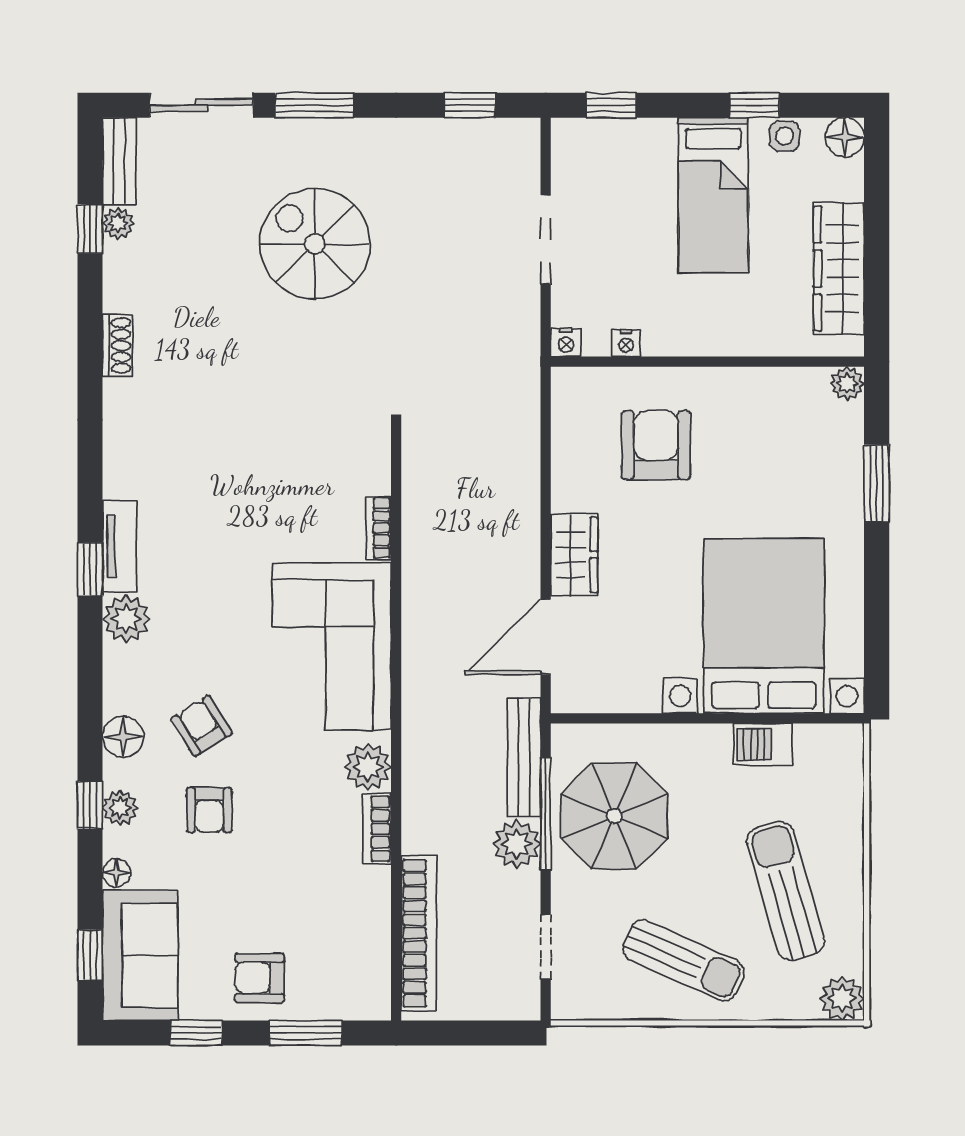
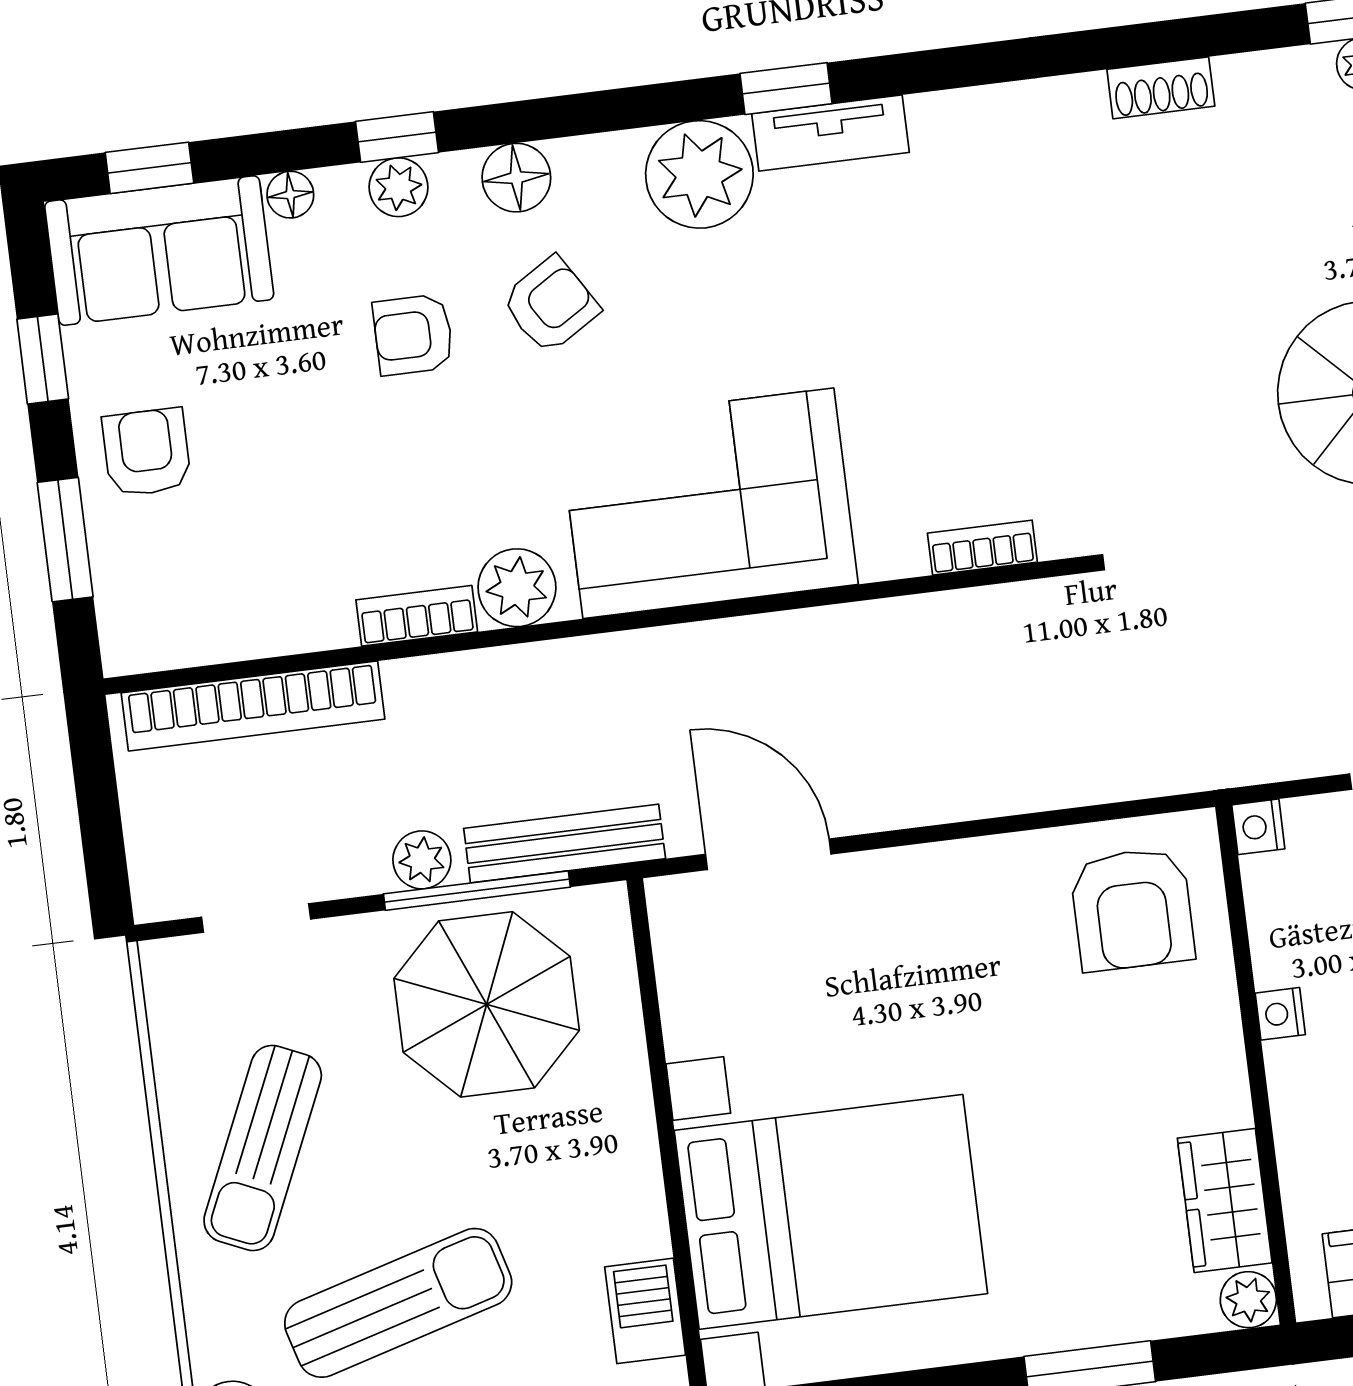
nightstand: (626, 343) -> (1280, 1014), moved
armchair: (656, 445) -> (1132, 909), moved, turned 90
bookcase: (379, 528) -> (982, 548), moved
wardrobe: (574, 555) -> (1225, 1200), moved, turned 90
plant: (126, 619) -> (699, 174), width x1.36, depth x1.36
barbecue: (763, 744) -> (645, 1311), moved
plant: (517, 844) -> (422, 860), width x0.73, depth x0.73

